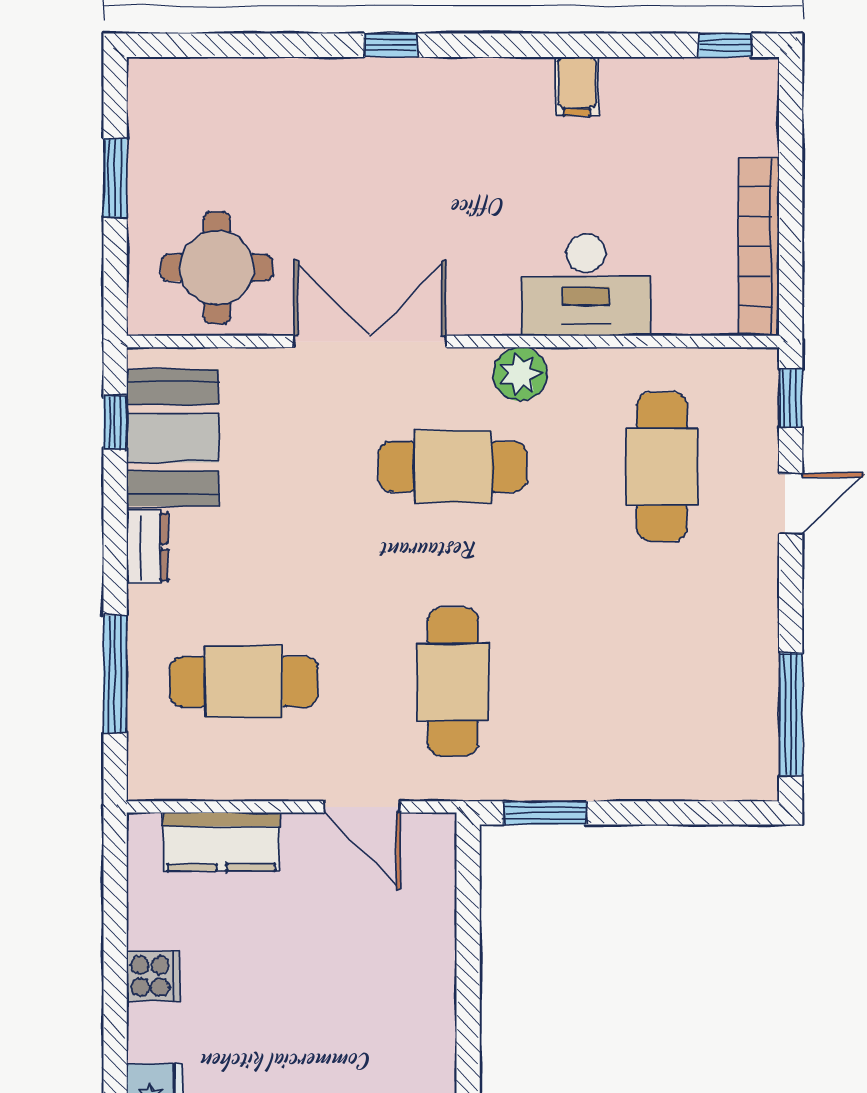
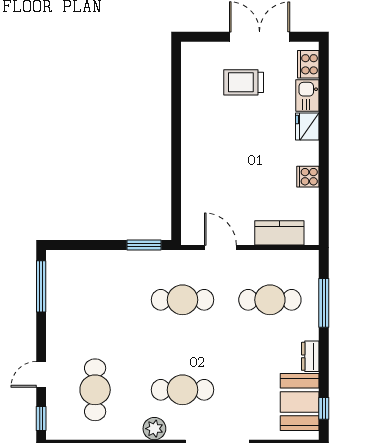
cafe table: (453, 682) -> (182, 300), turned 90

